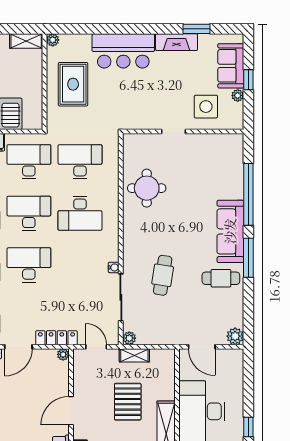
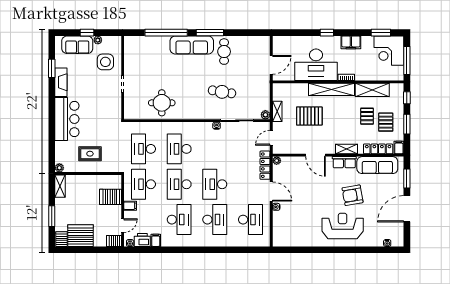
rug: (73, 84) -> (90, 154), width x0.73, depth x0.70
desk: (80, 213) -> (179, 149), turned 180
plant: (235, 336) -> (264, 42), removed

